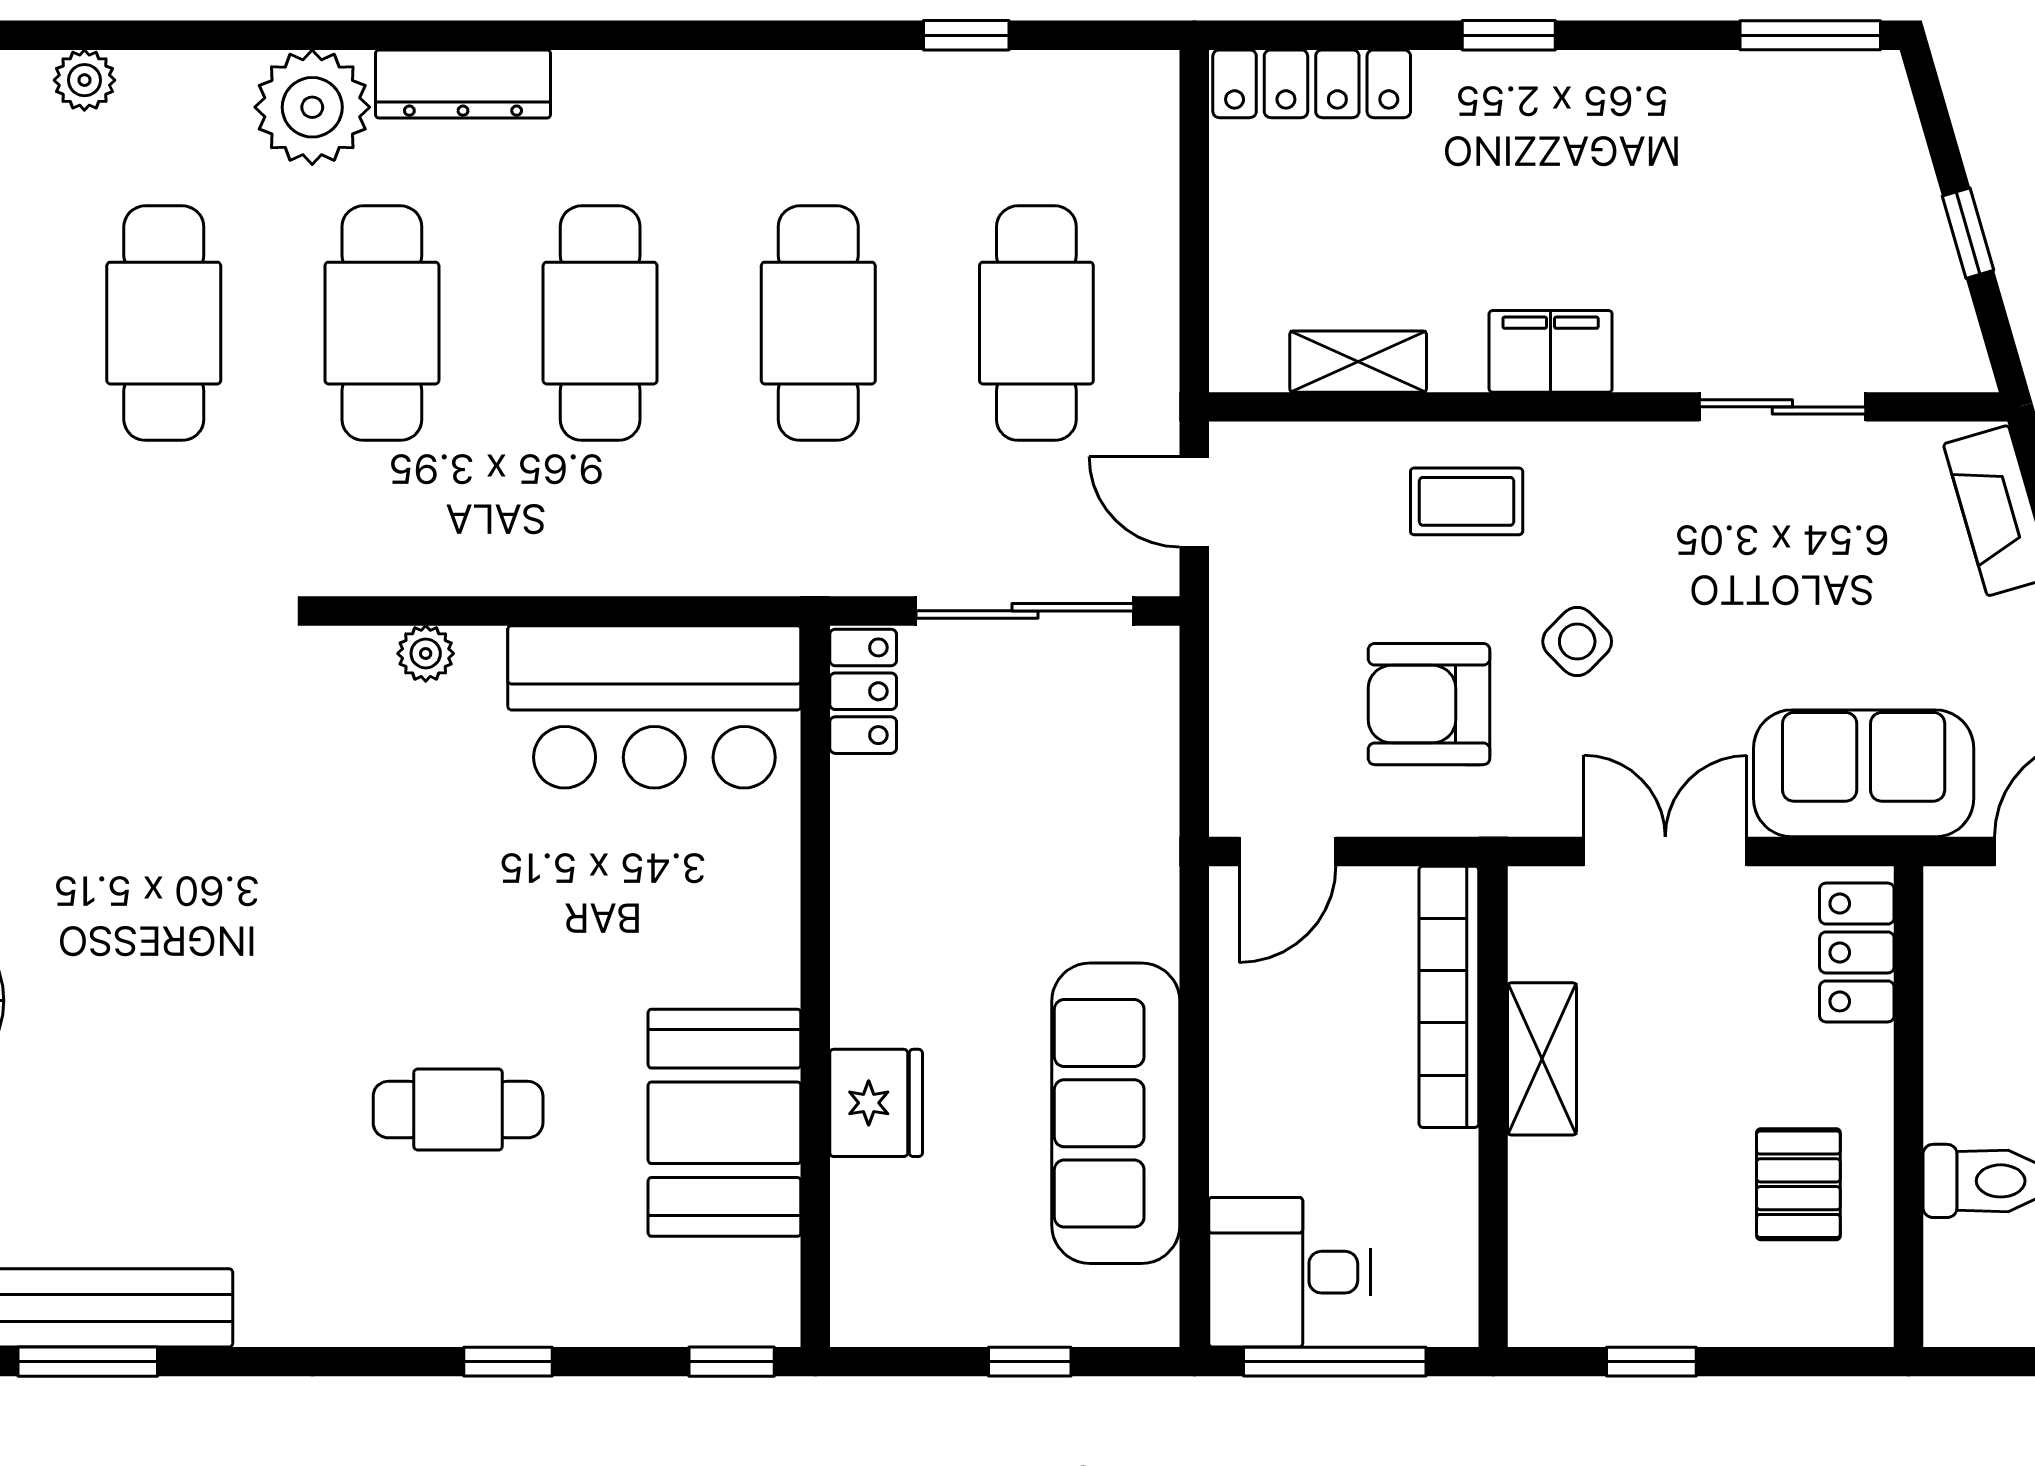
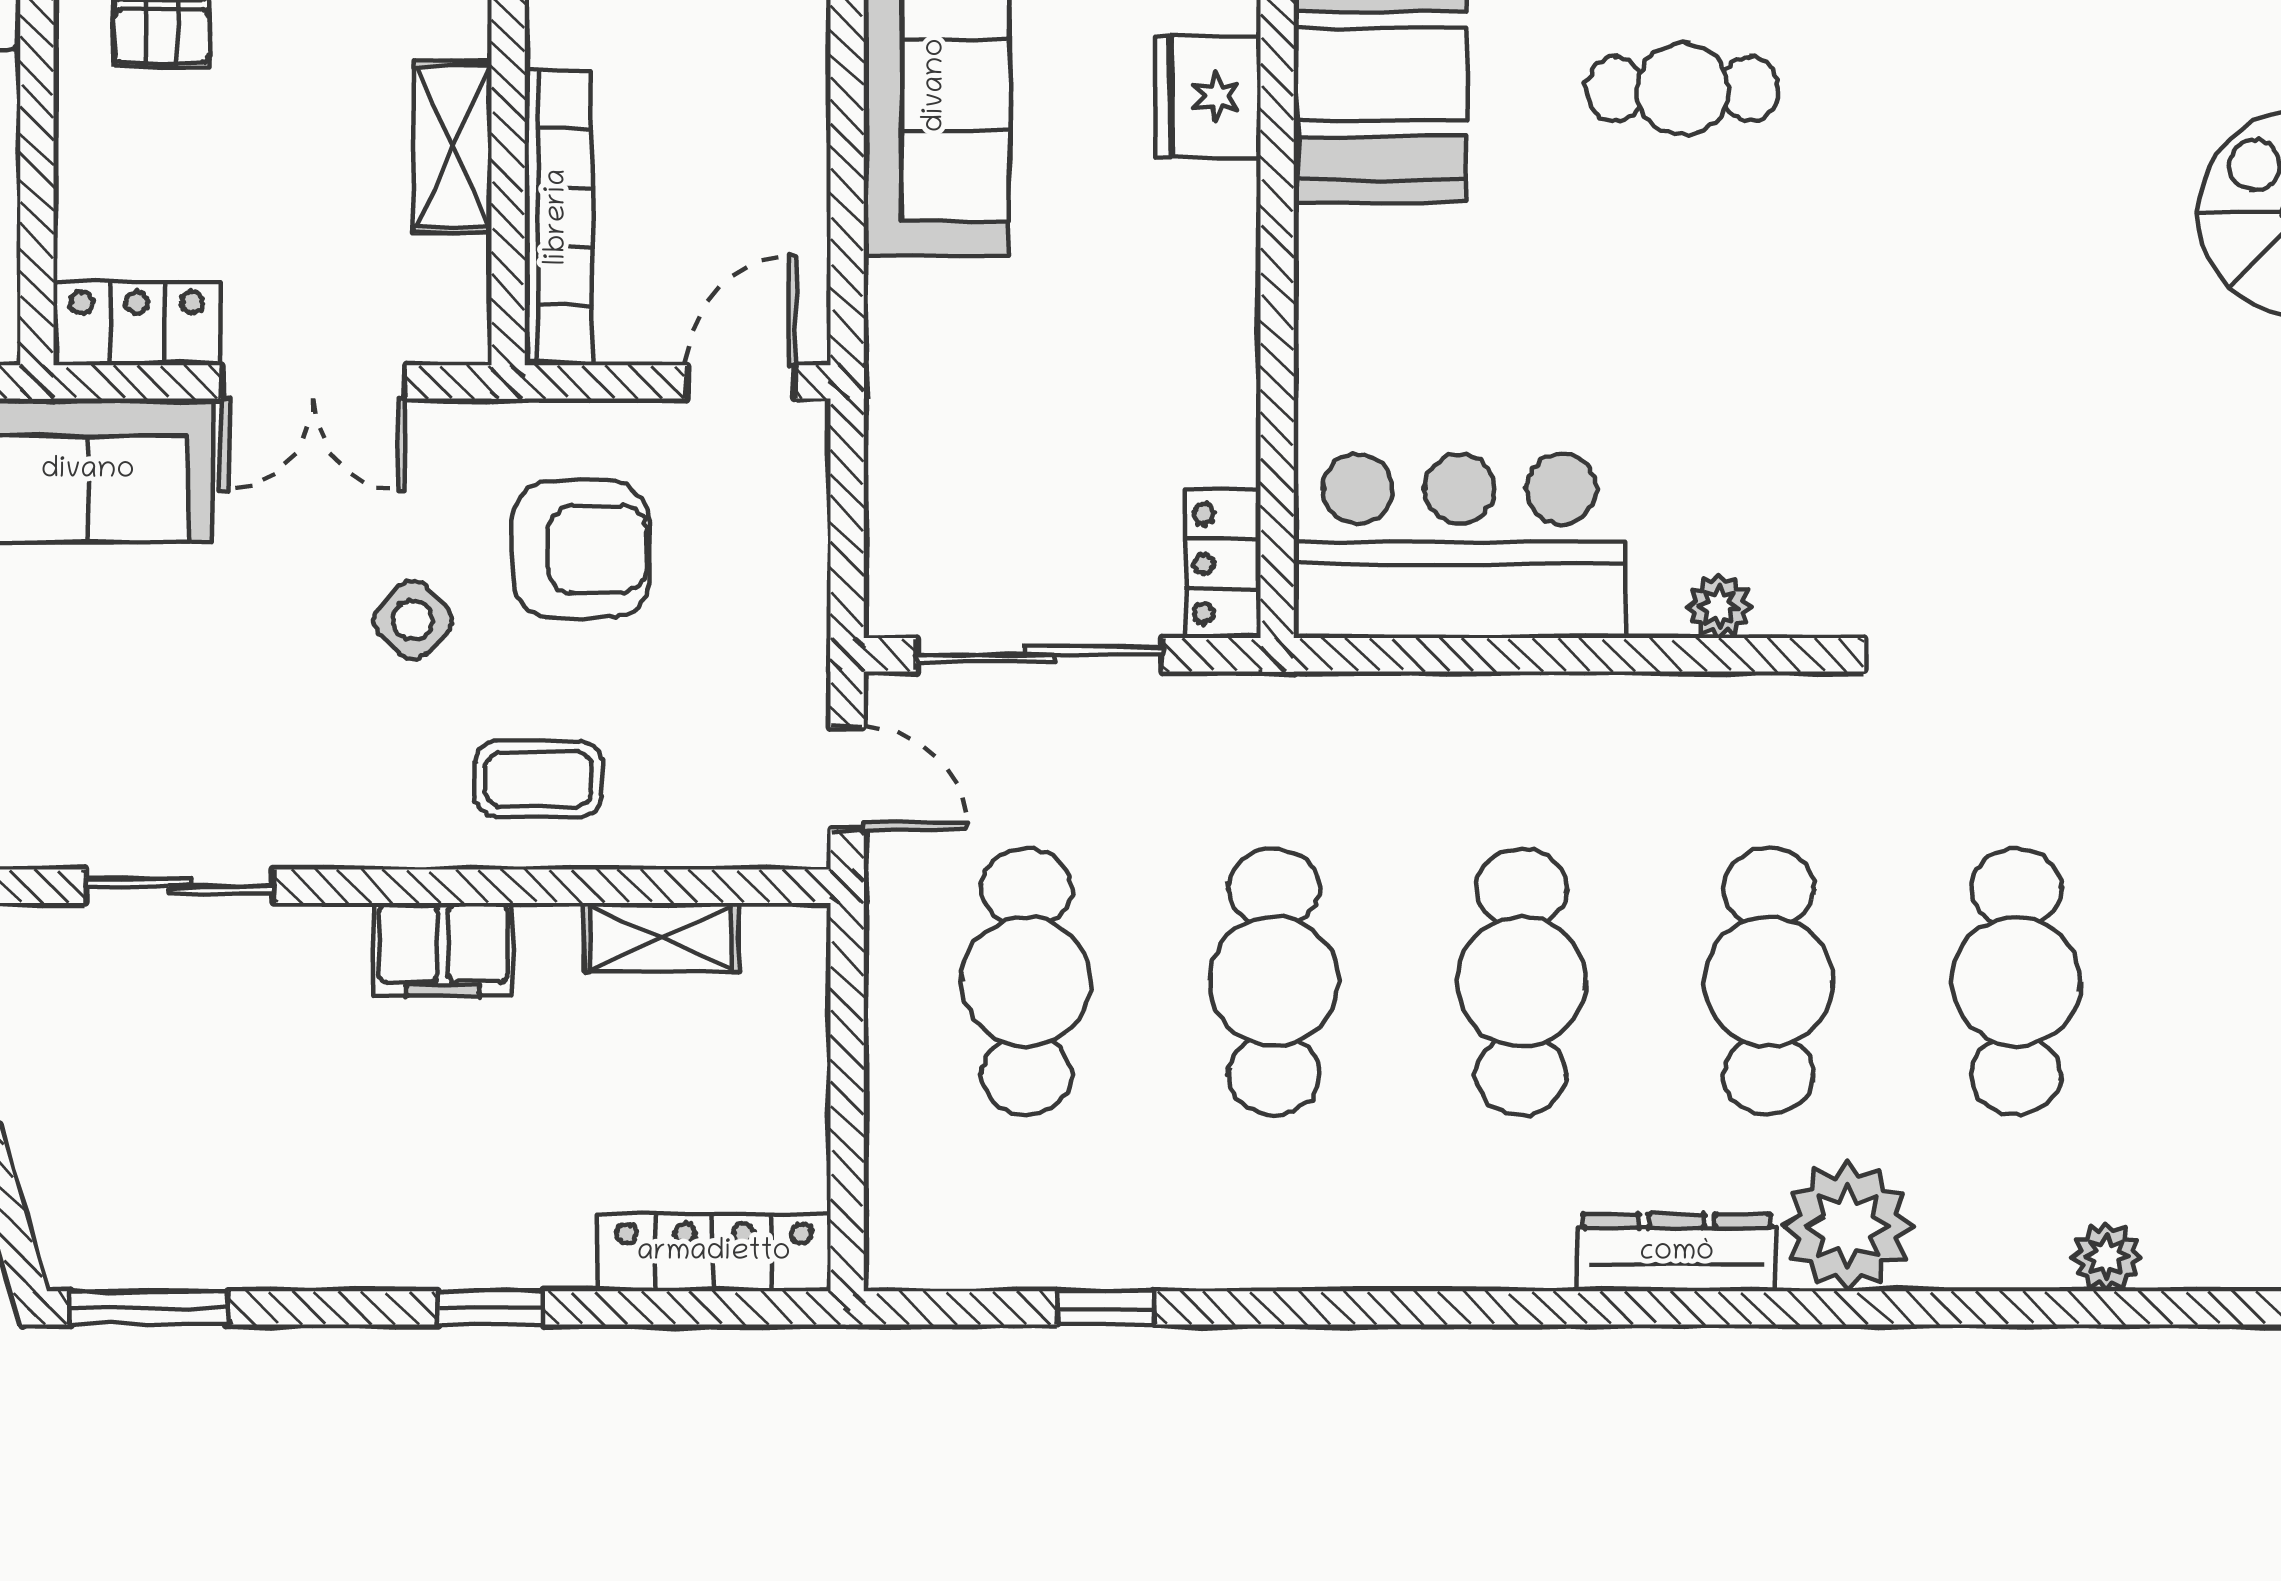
locker: (1857, 952) -> (137, 323), moved, turned -90

